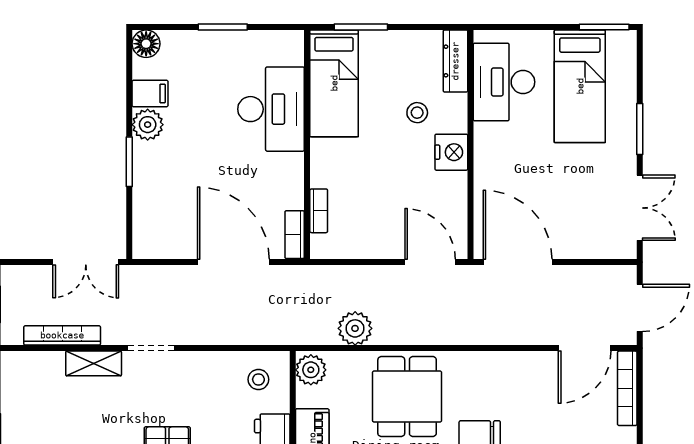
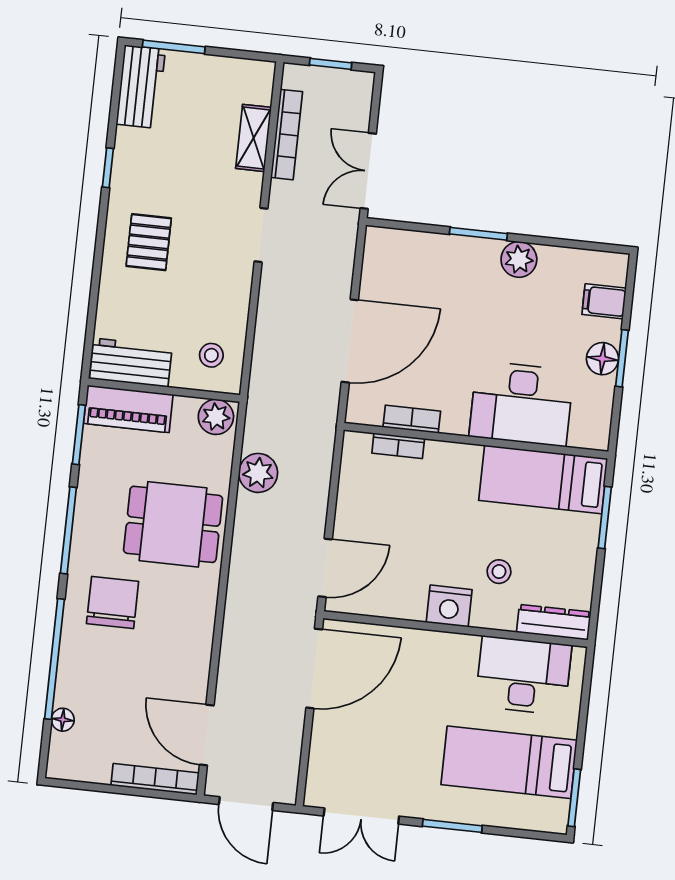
floor lamp: (146, 44) -> (602, 359), moved
filing cabinet: (150, 93) -> (604, 301), moved, turned 90
bookcase: (295, 235) -> (412, 419), moved
shelving: (94, 363) -> (254, 138), moved

